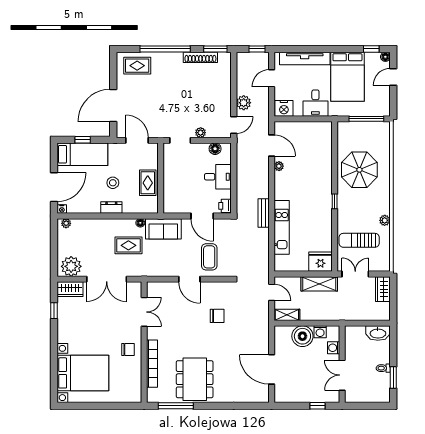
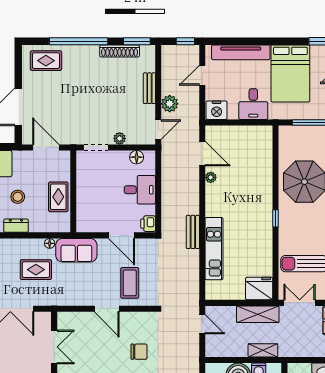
bench: (226, 89) -> (149, 88), added
shelving: (287, 315) -> (263, 350), moved

